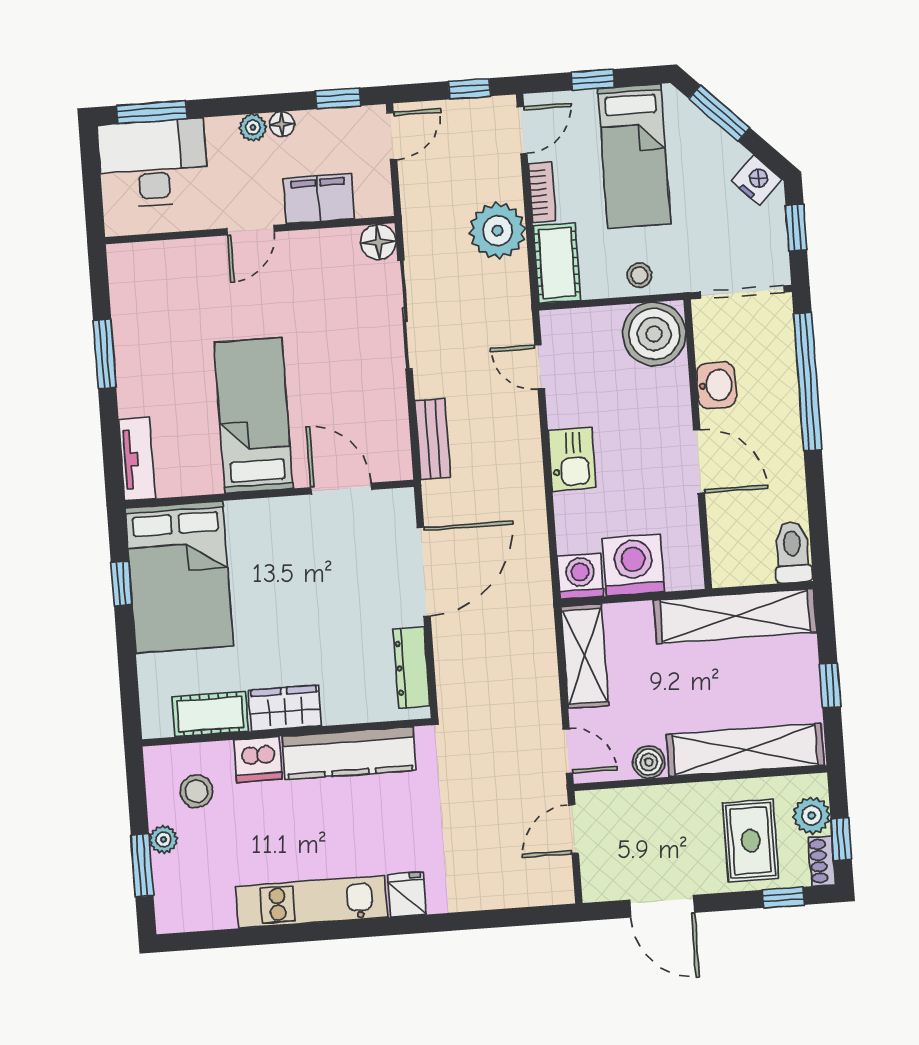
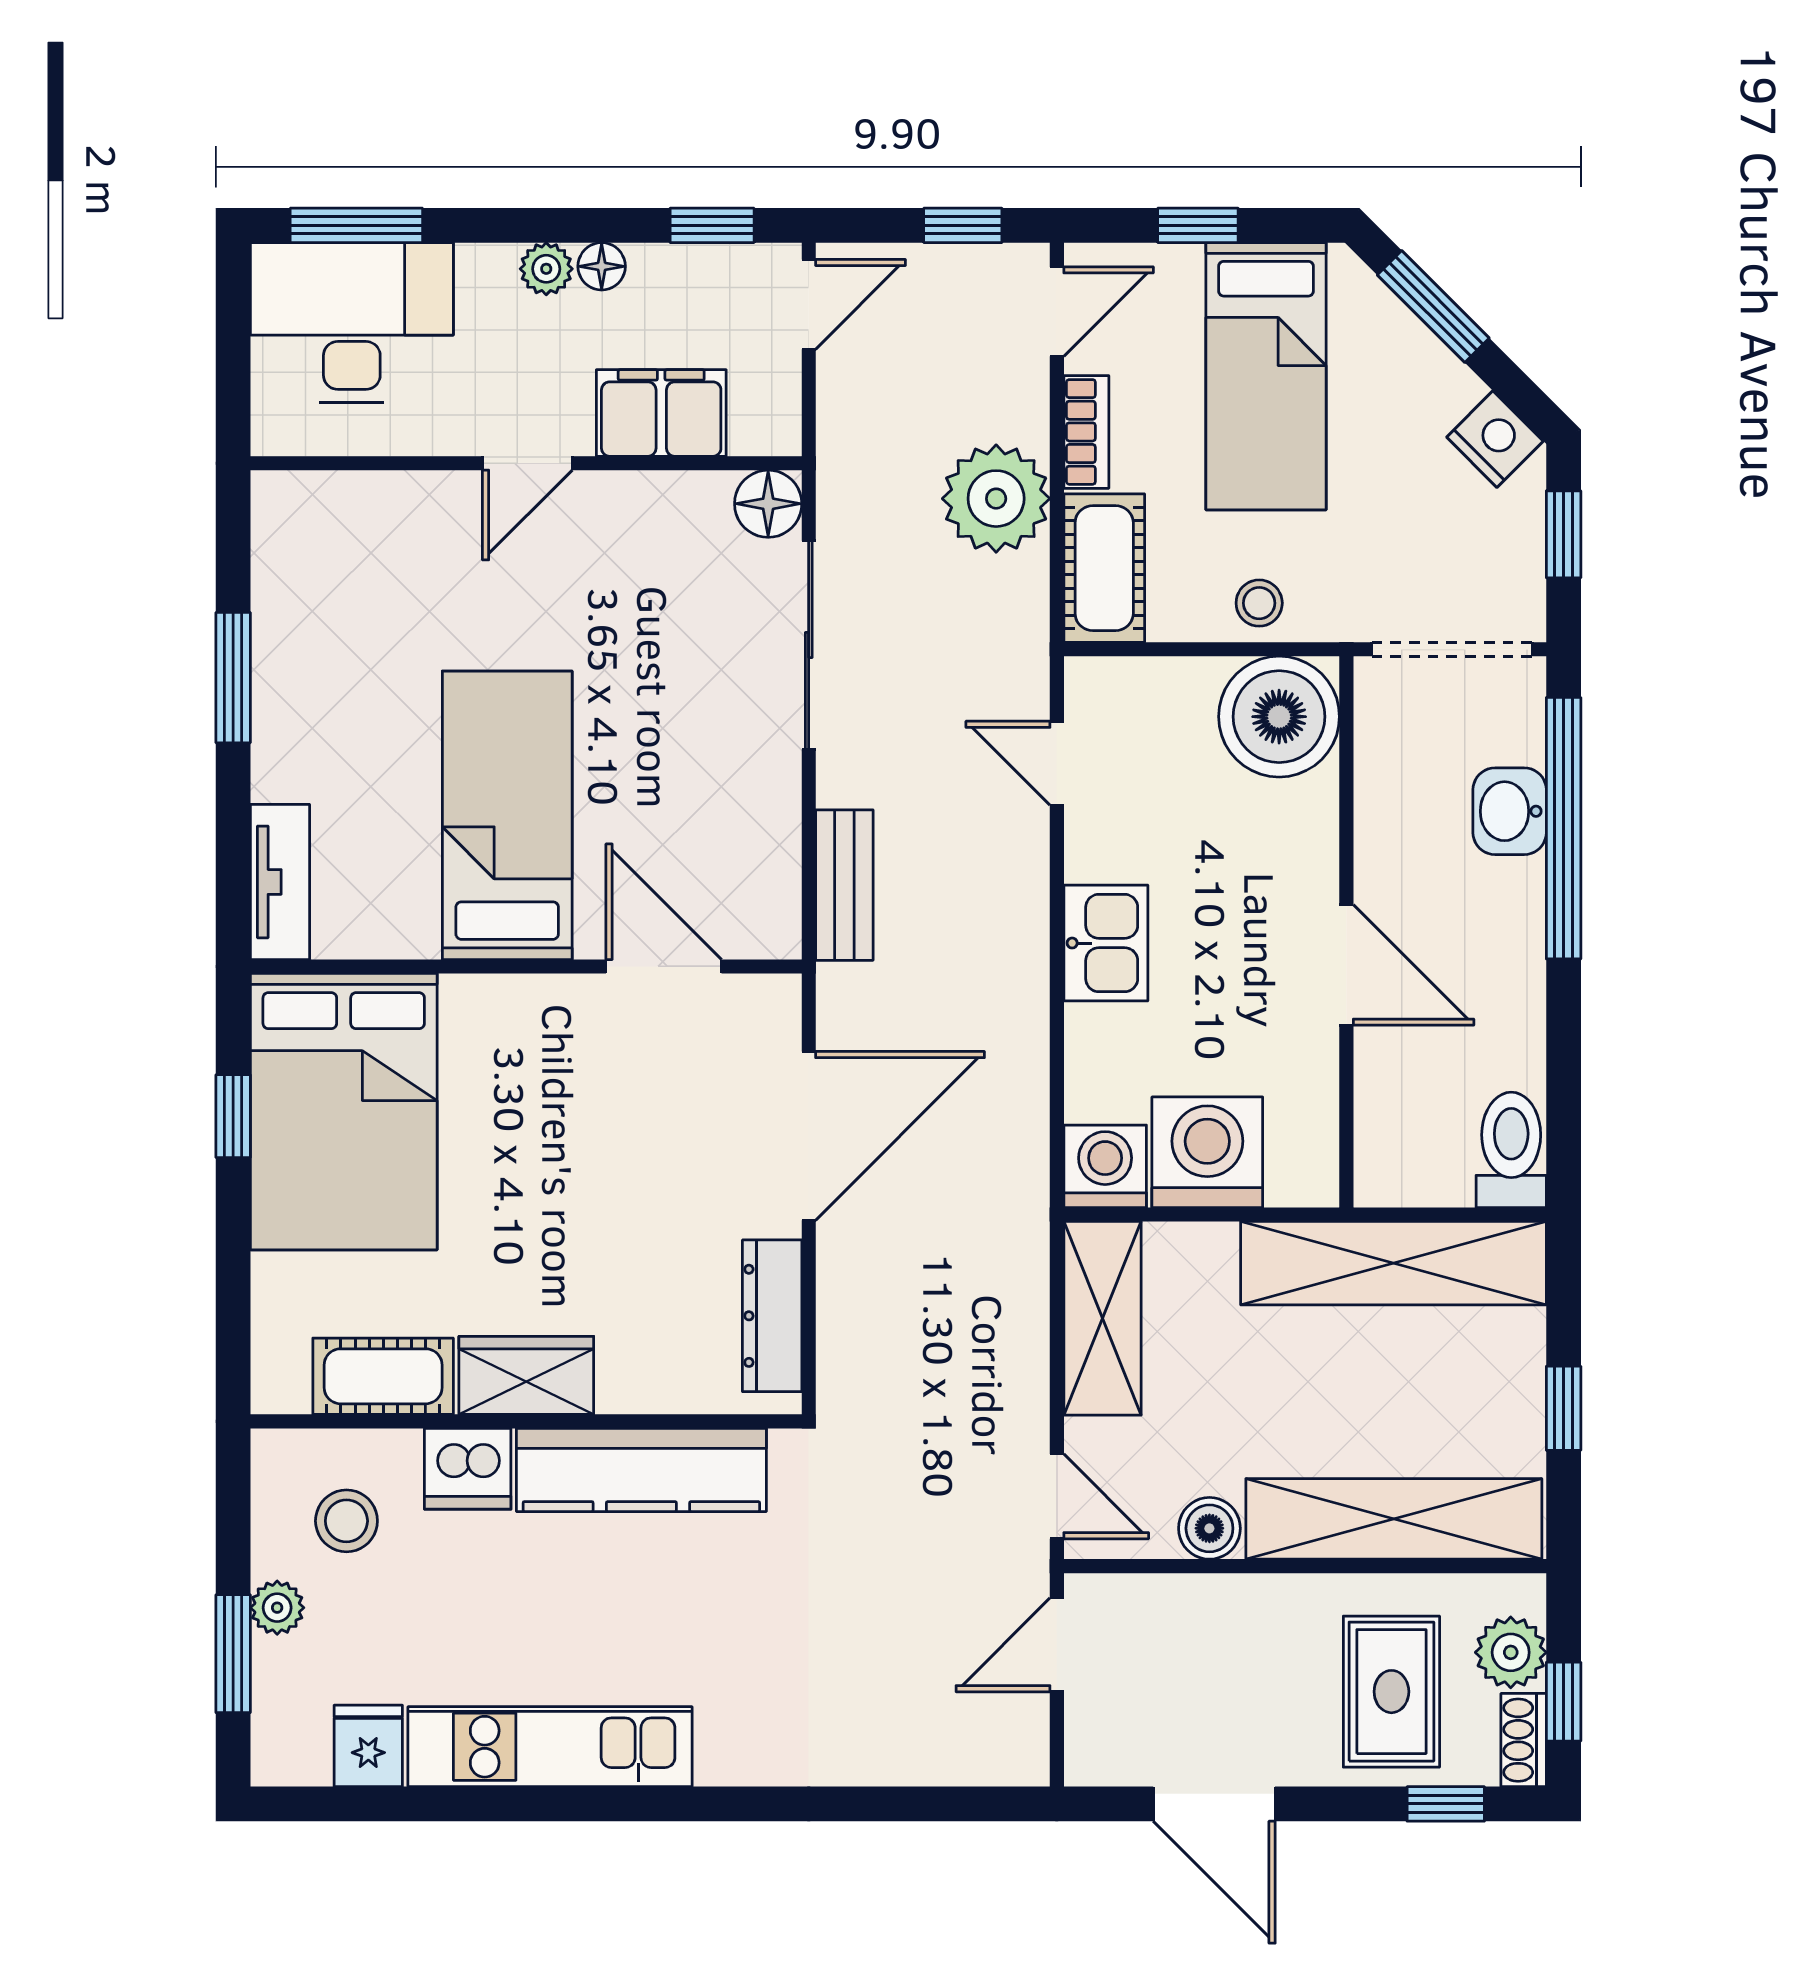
washbasin: (716, 385) -> (1510, 811), moved, turned 180
fridge: (407, 894) -> (368, 1746), moved

